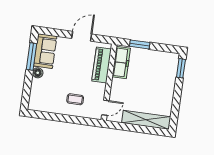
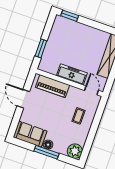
window: (31, 56) -> (46, 152), moved
freezer: (121, 63) -> (72, 74), moved
plant: (36, 103) -> (75, 151), added

